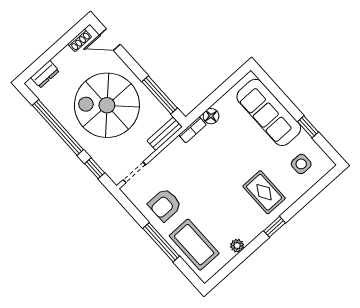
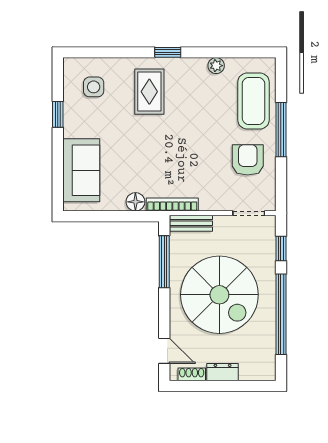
dresser: (45, 74) -> (223, 372), moved
sofa: (269, 112) -> (81, 170), width x0.73
bookcase: (192, 130) -> (172, 204), width x1.56
armchair: (165, 205) -> (248, 160), turned -90

